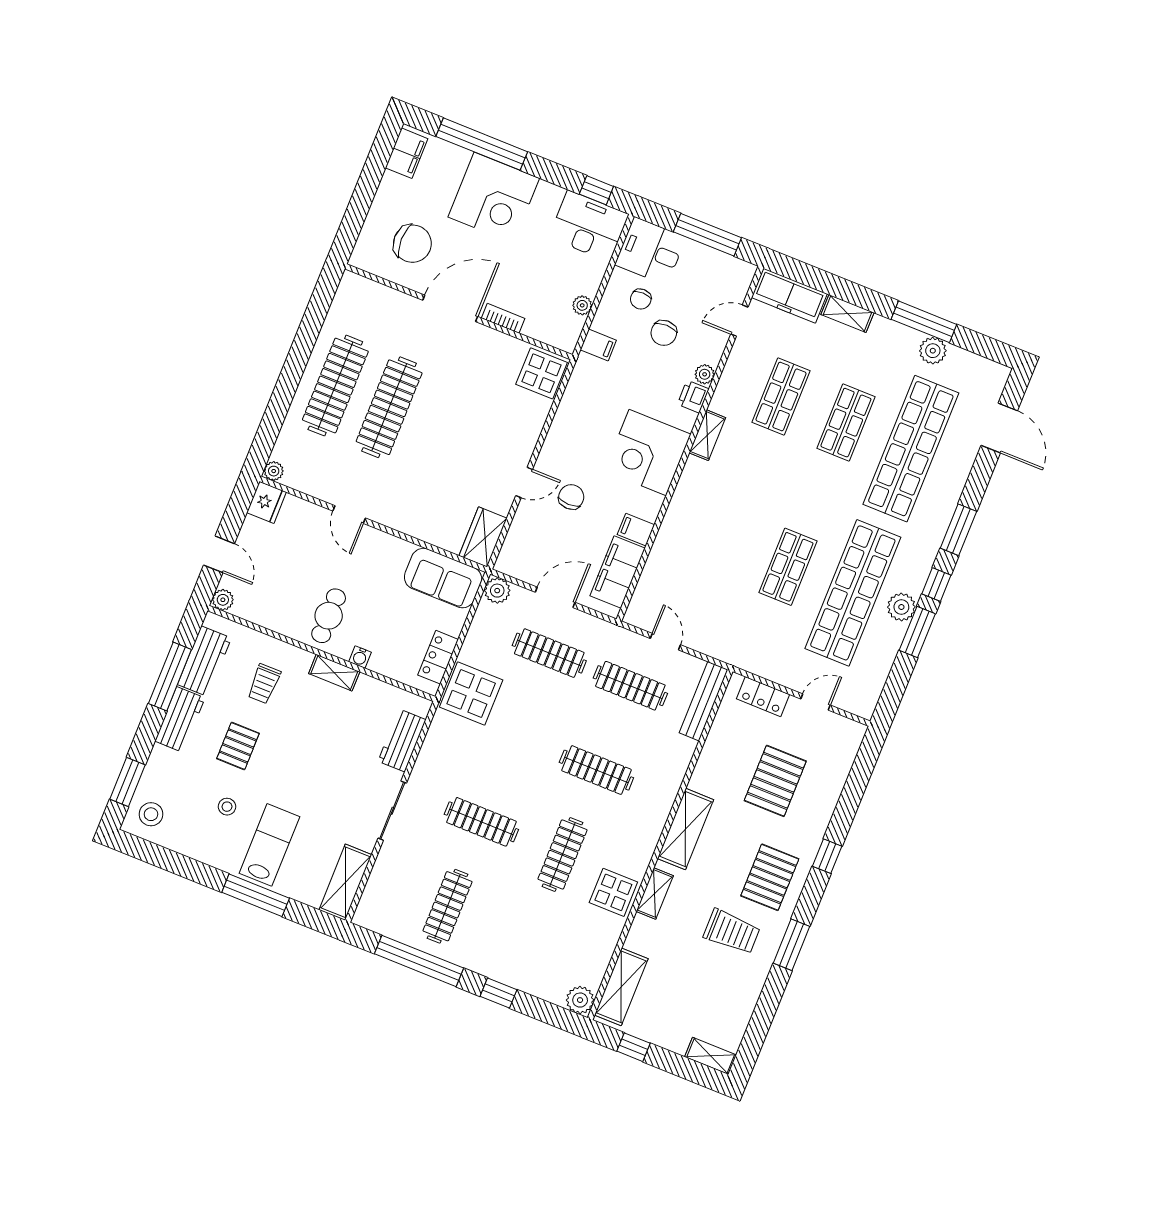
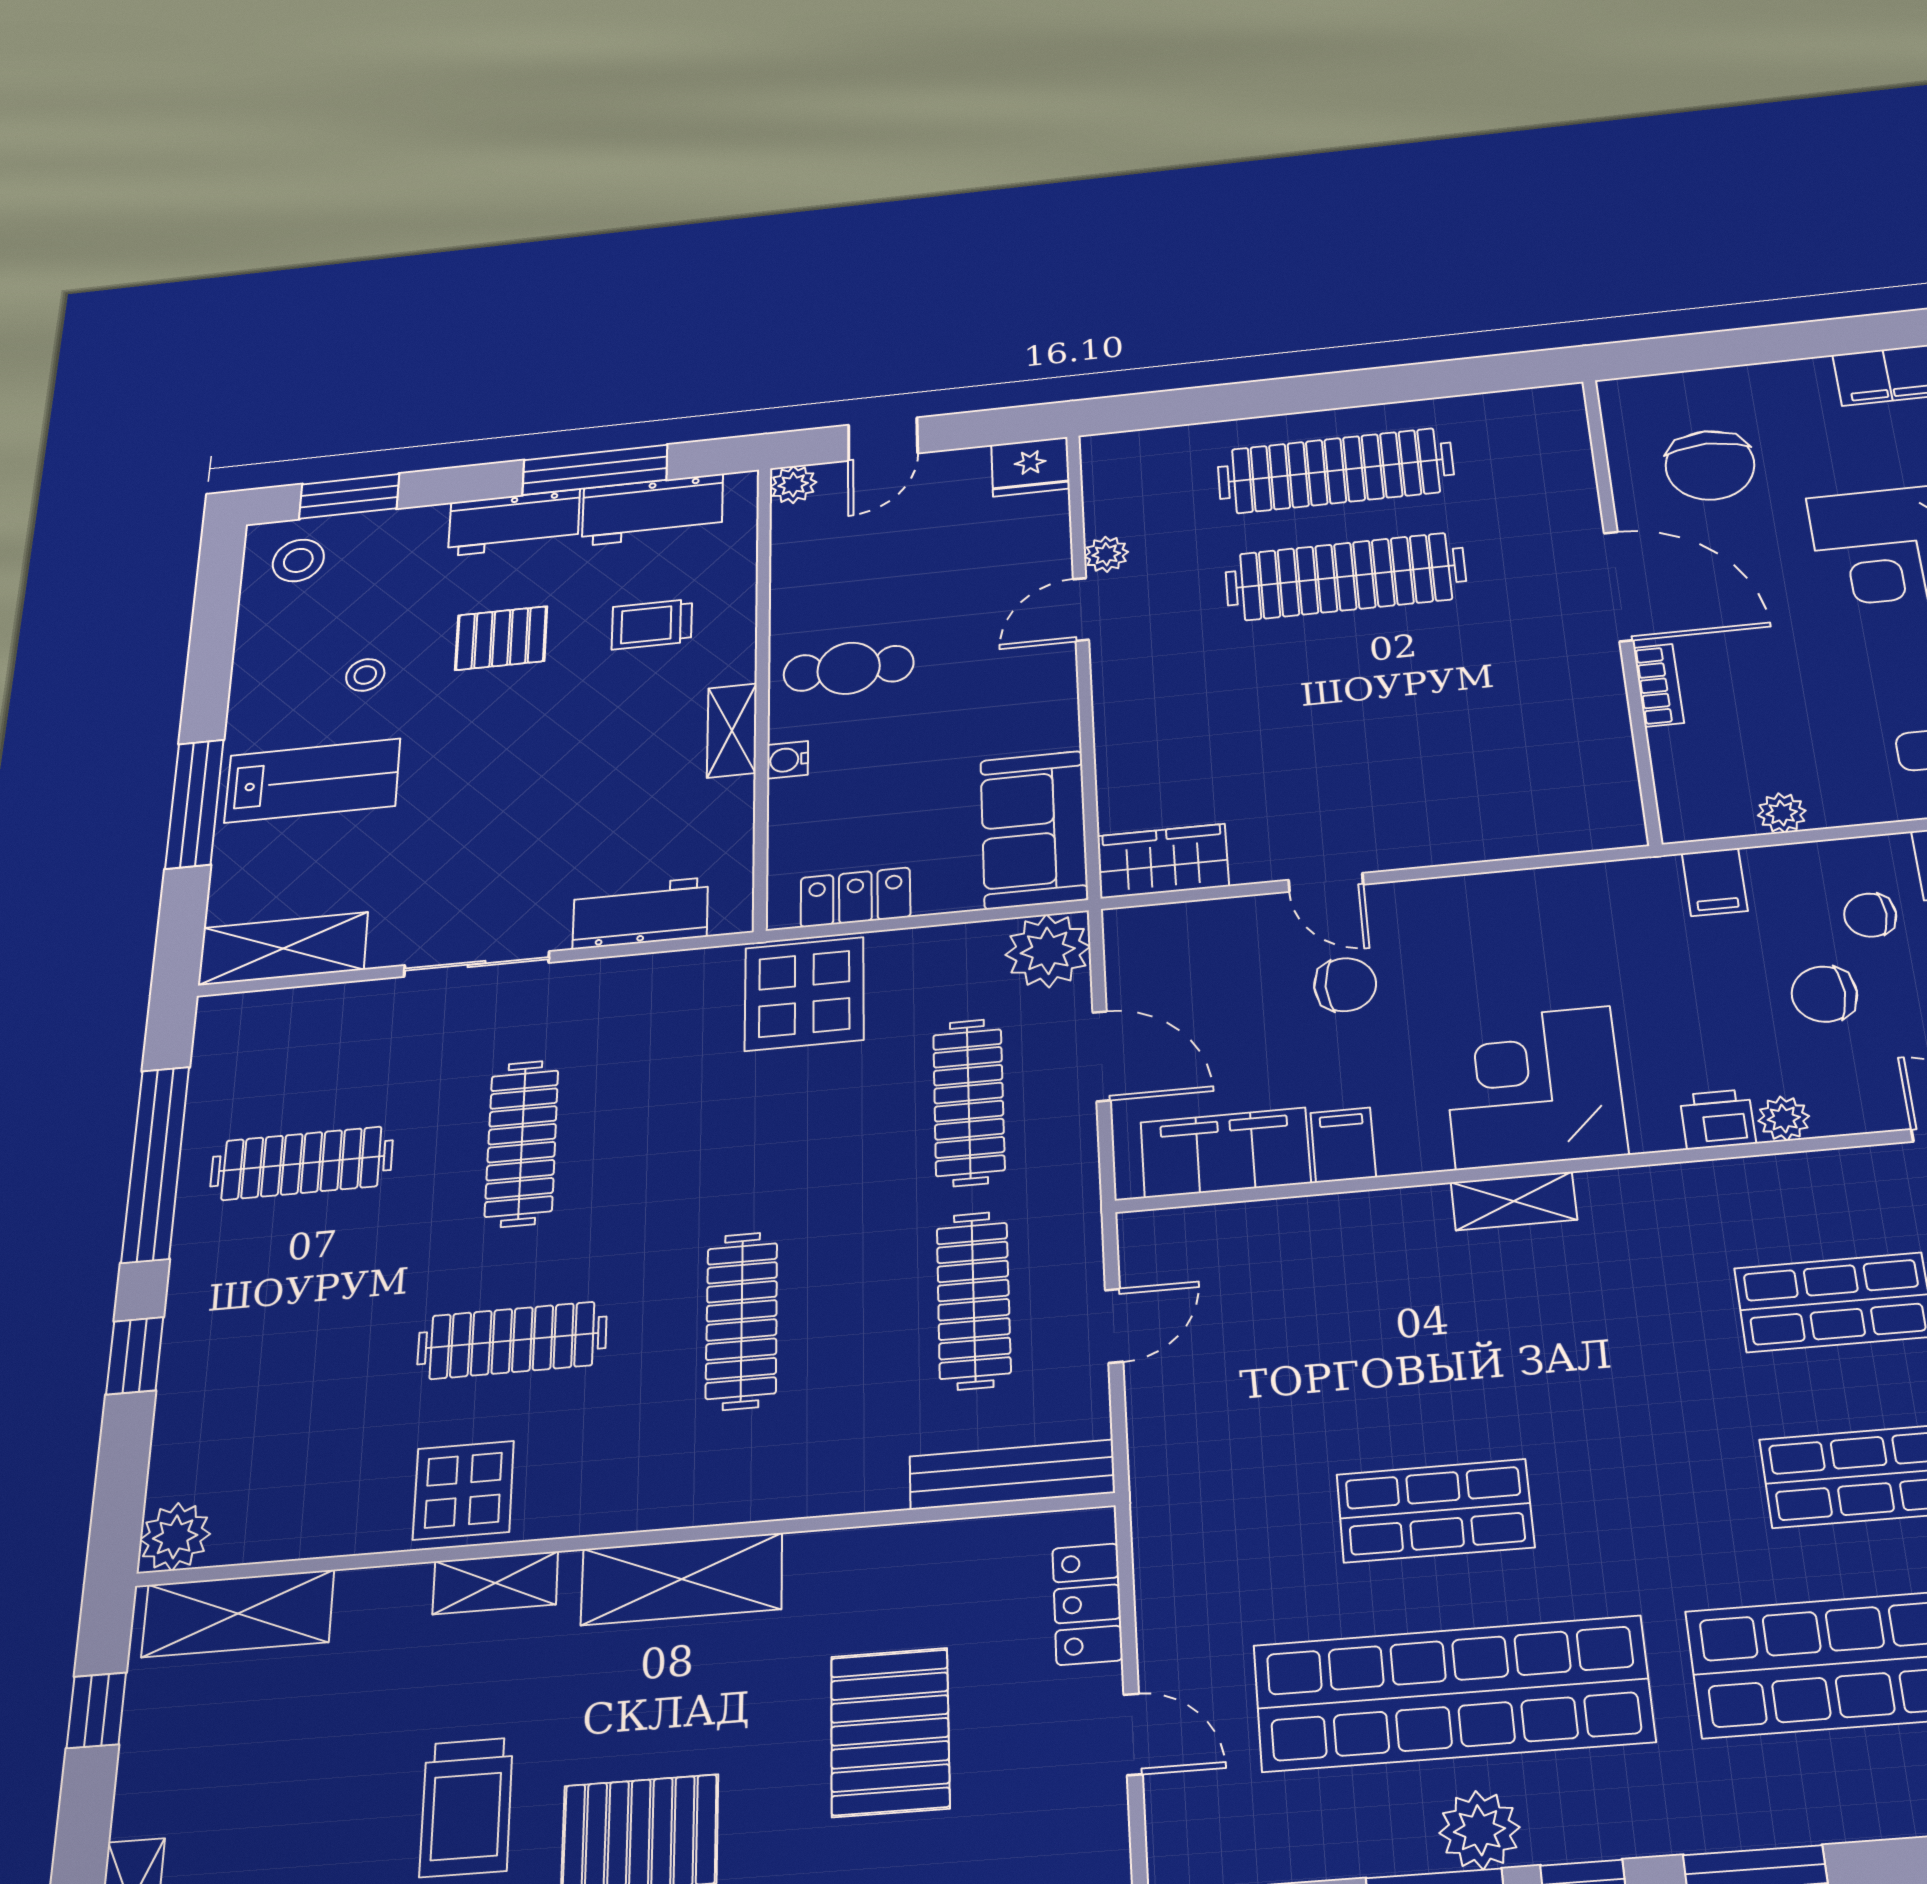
display table: (542, 373) -> (1585, 806), removed
shelving: (707, 435) -> (1514, 1201), moved
plant: (274, 471) -> (1106, 554), moved
plant: (497, 591) -> (1048, 951), width x1.36, depth x1.36
pallet: (775, 781) -> (890, 1732), turned 90

